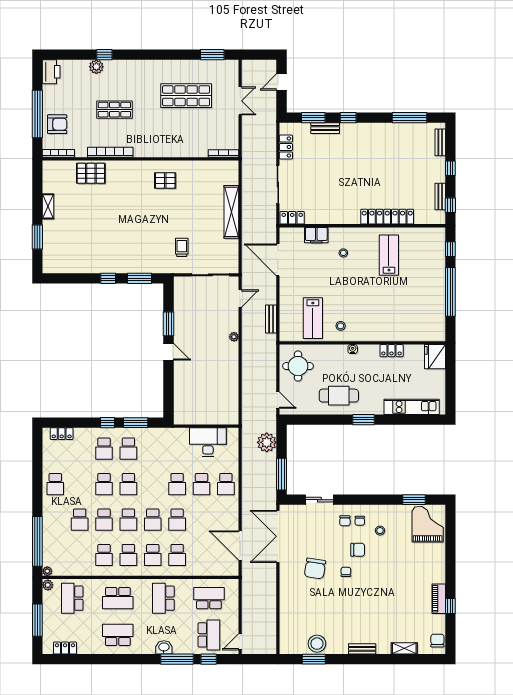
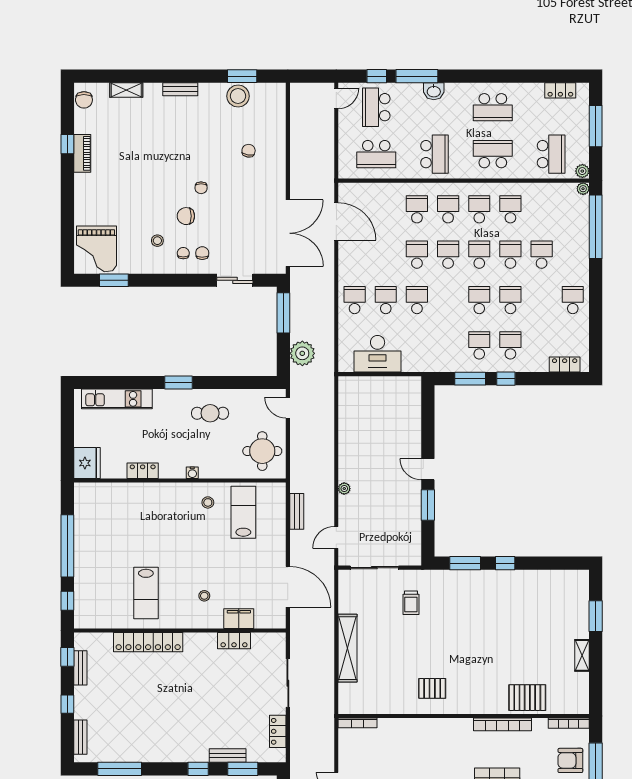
locker: (292, 218) -> (234, 641), moved
cafe table: (339, 396) -> (210, 413), width x0.73, depth x0.74
chair: (315, 569) -> (249, 151), moved, width x0.54, depth x0.54

